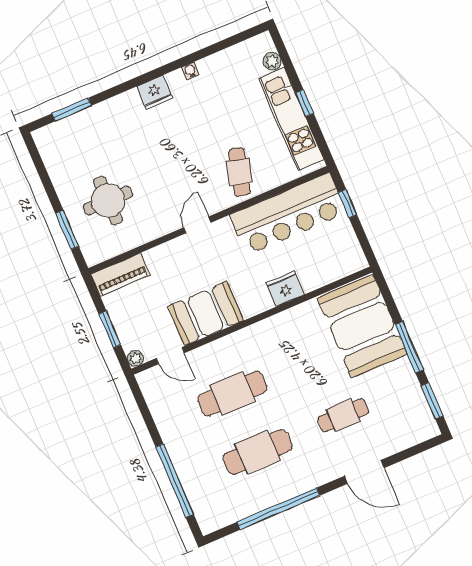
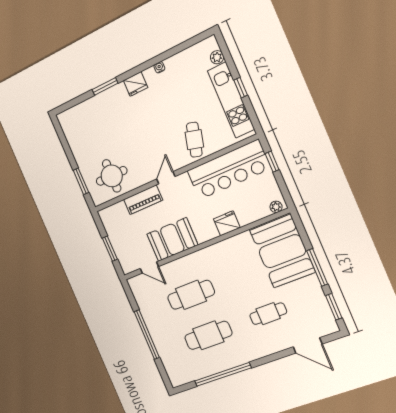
window: (72, 110) -> (105, 86), moved
round table: (108, 200) -> (112, 176), moved
piano: (120, 275) -> (143, 200), moved
plant: (135, 358) -> (276, 207), moved
door: (364, 472) -> (308, 345), moved
window: (175, 481) -> (147, 335), moved

